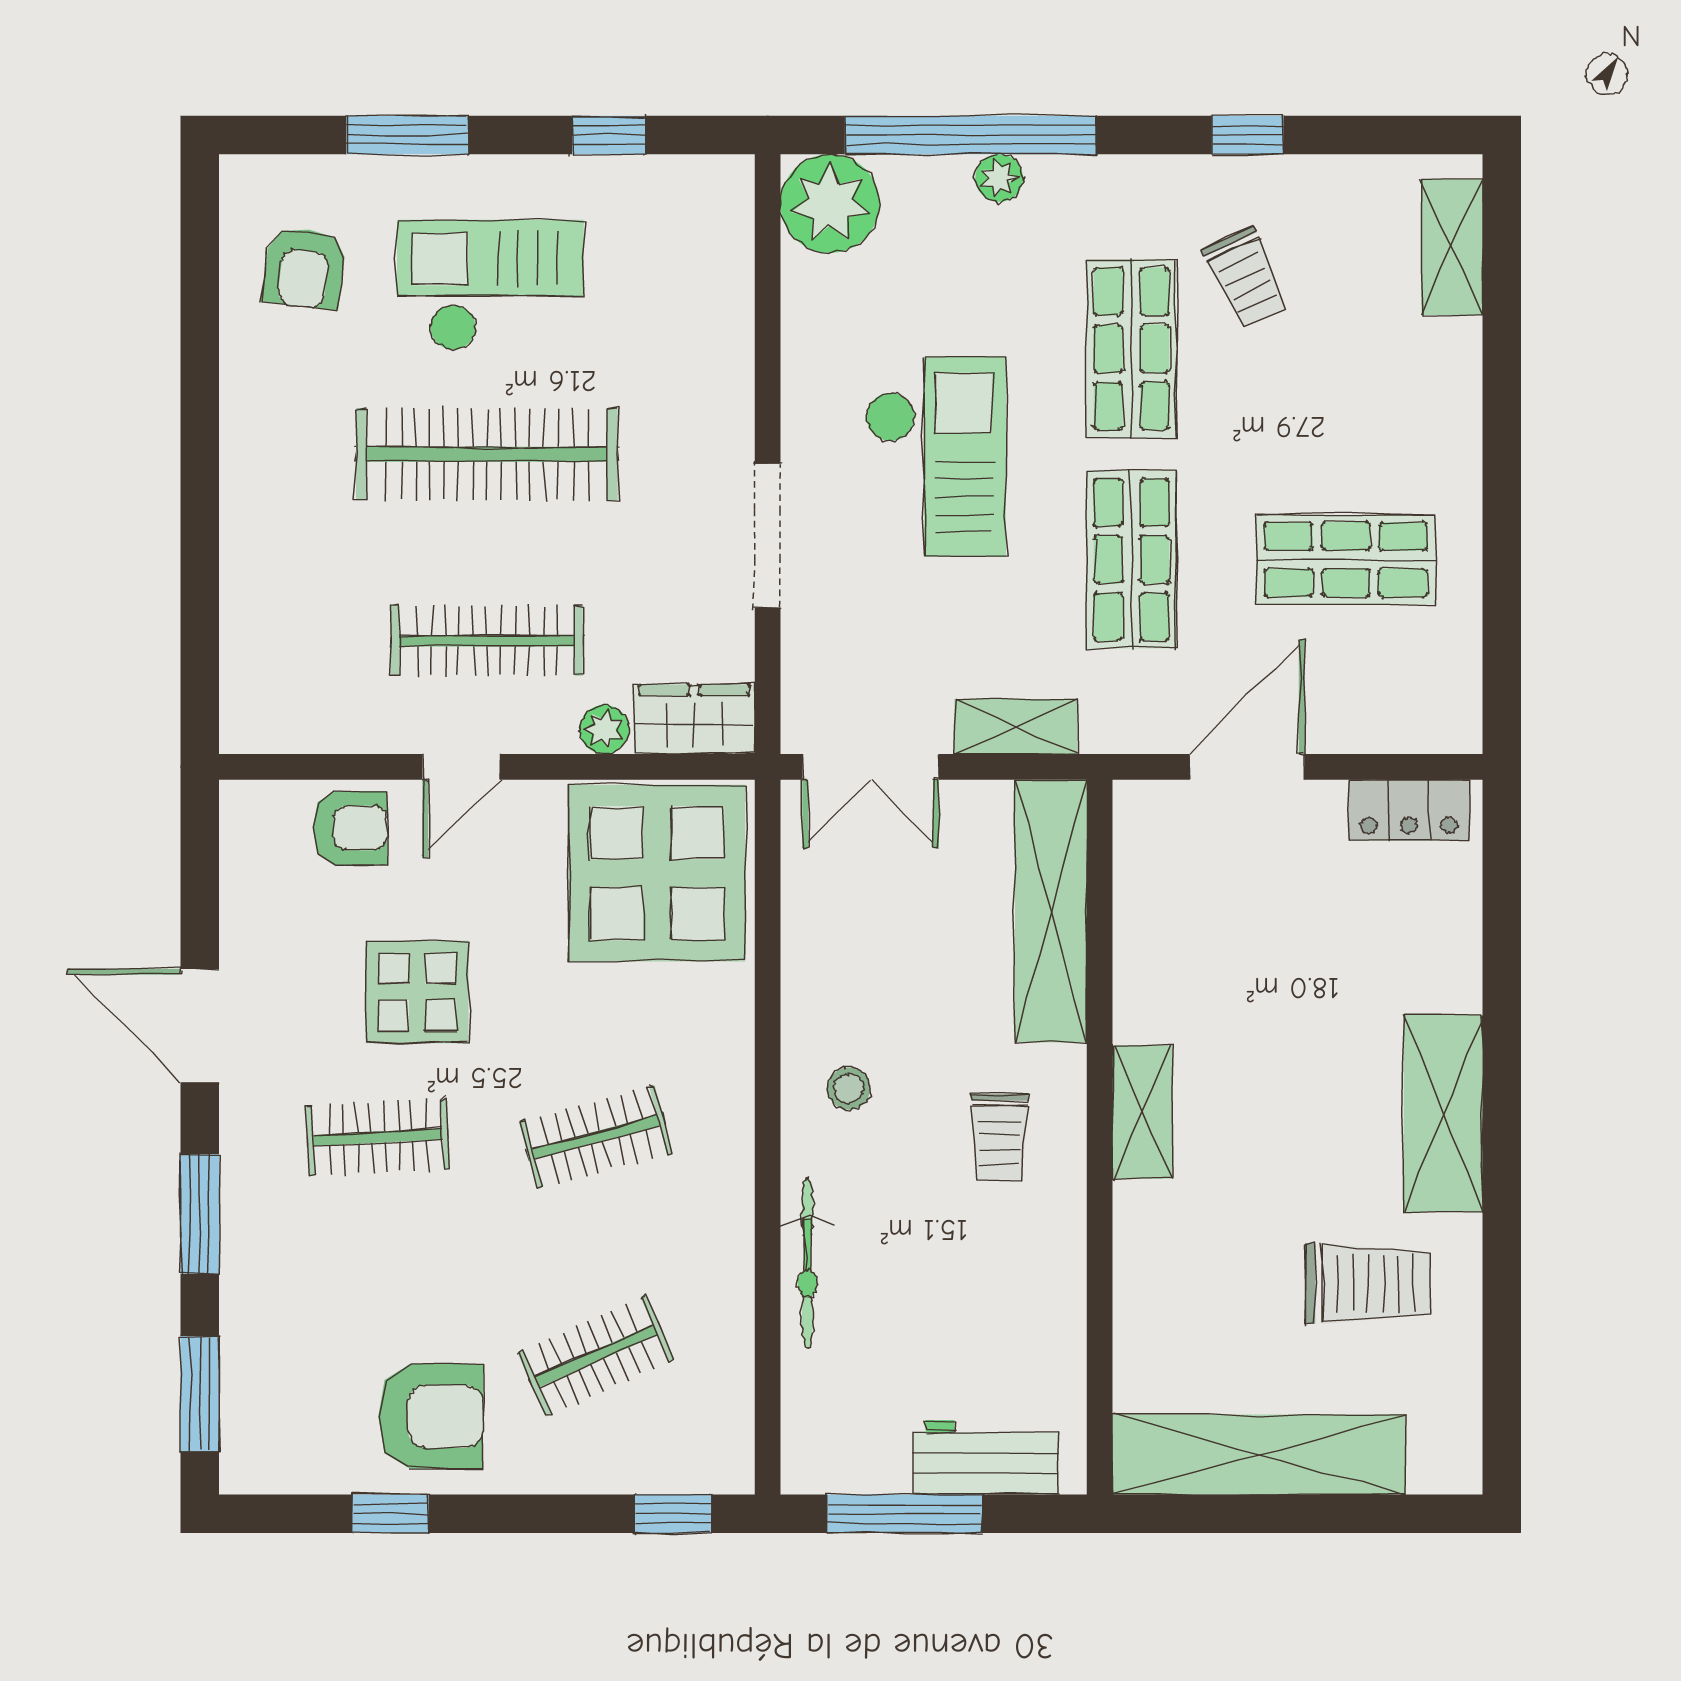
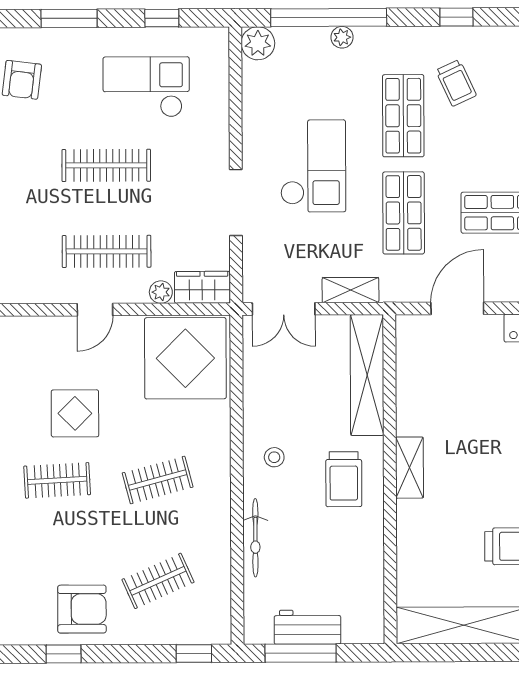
plant: (830, 204) -> (258, 43), width x0.73, depth x0.73
checkout: (490, 285) -> (146, 87), moved
clothes rail: (487, 454) -> (106, 165), width x0.73, depth x0.76
armchair: (350, 828) -> (44, 338), removed
trolley: (1000, 1137) -> (344, 479), width x1.36, depth x1.39
workbench: (986, 1457) -> (307, 627), moved

